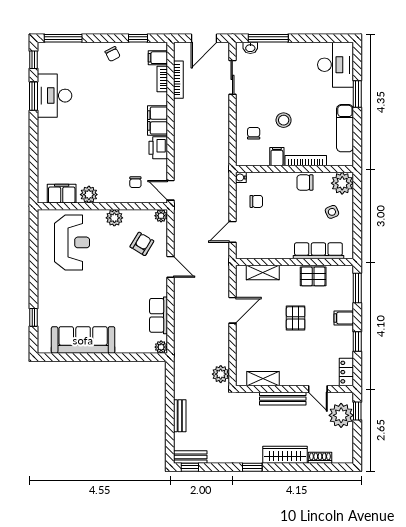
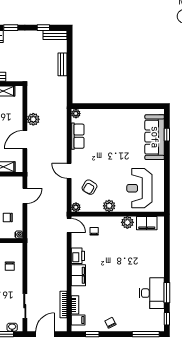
sofa: (83, 340) -> (155, 137), moved, turned 90
plant: (221, 374) -> (33, 119), moved
window: (190, 467) -> (43, 28), moved

